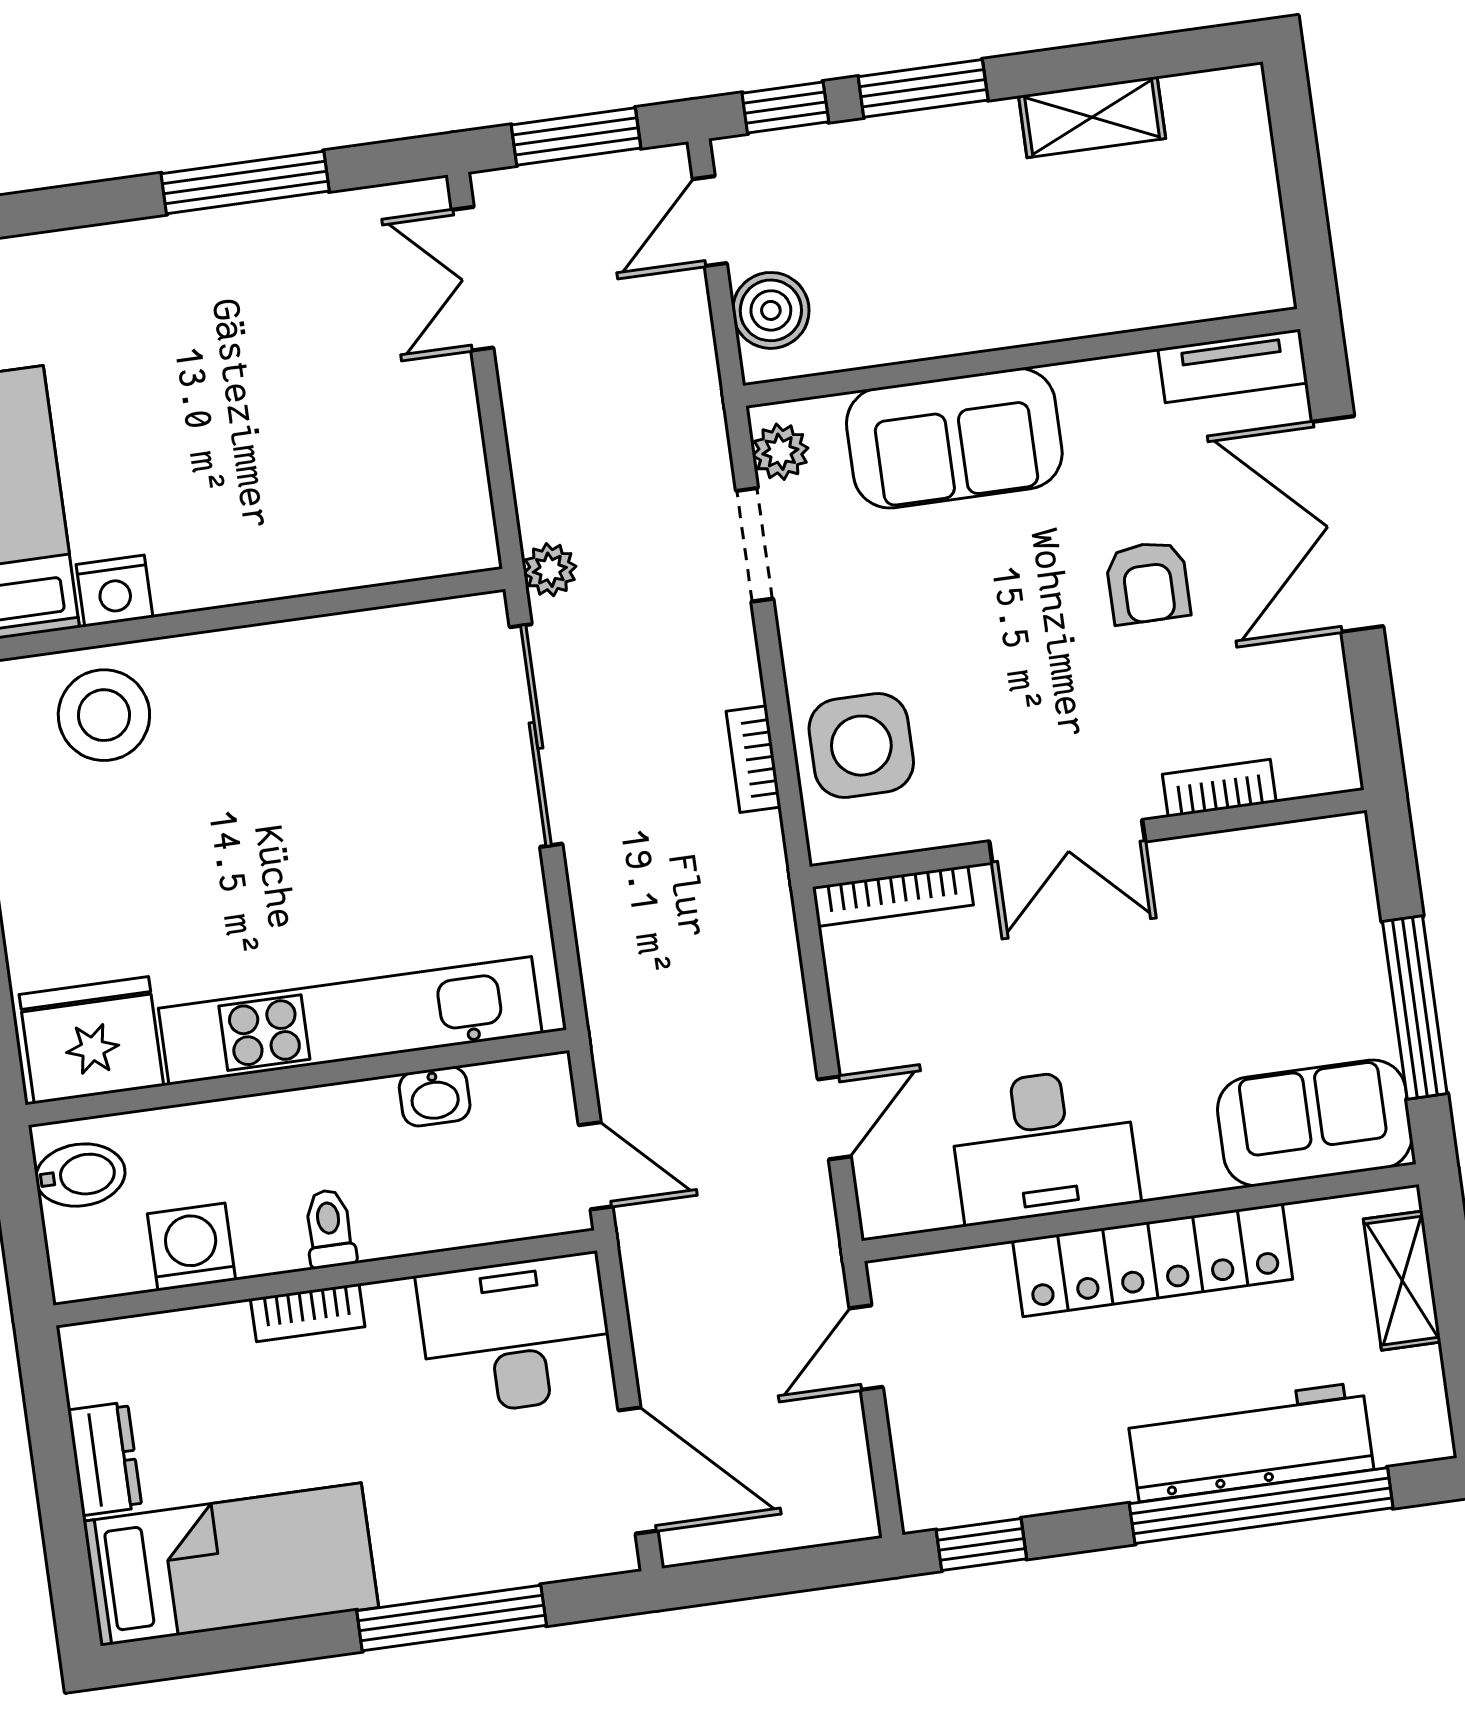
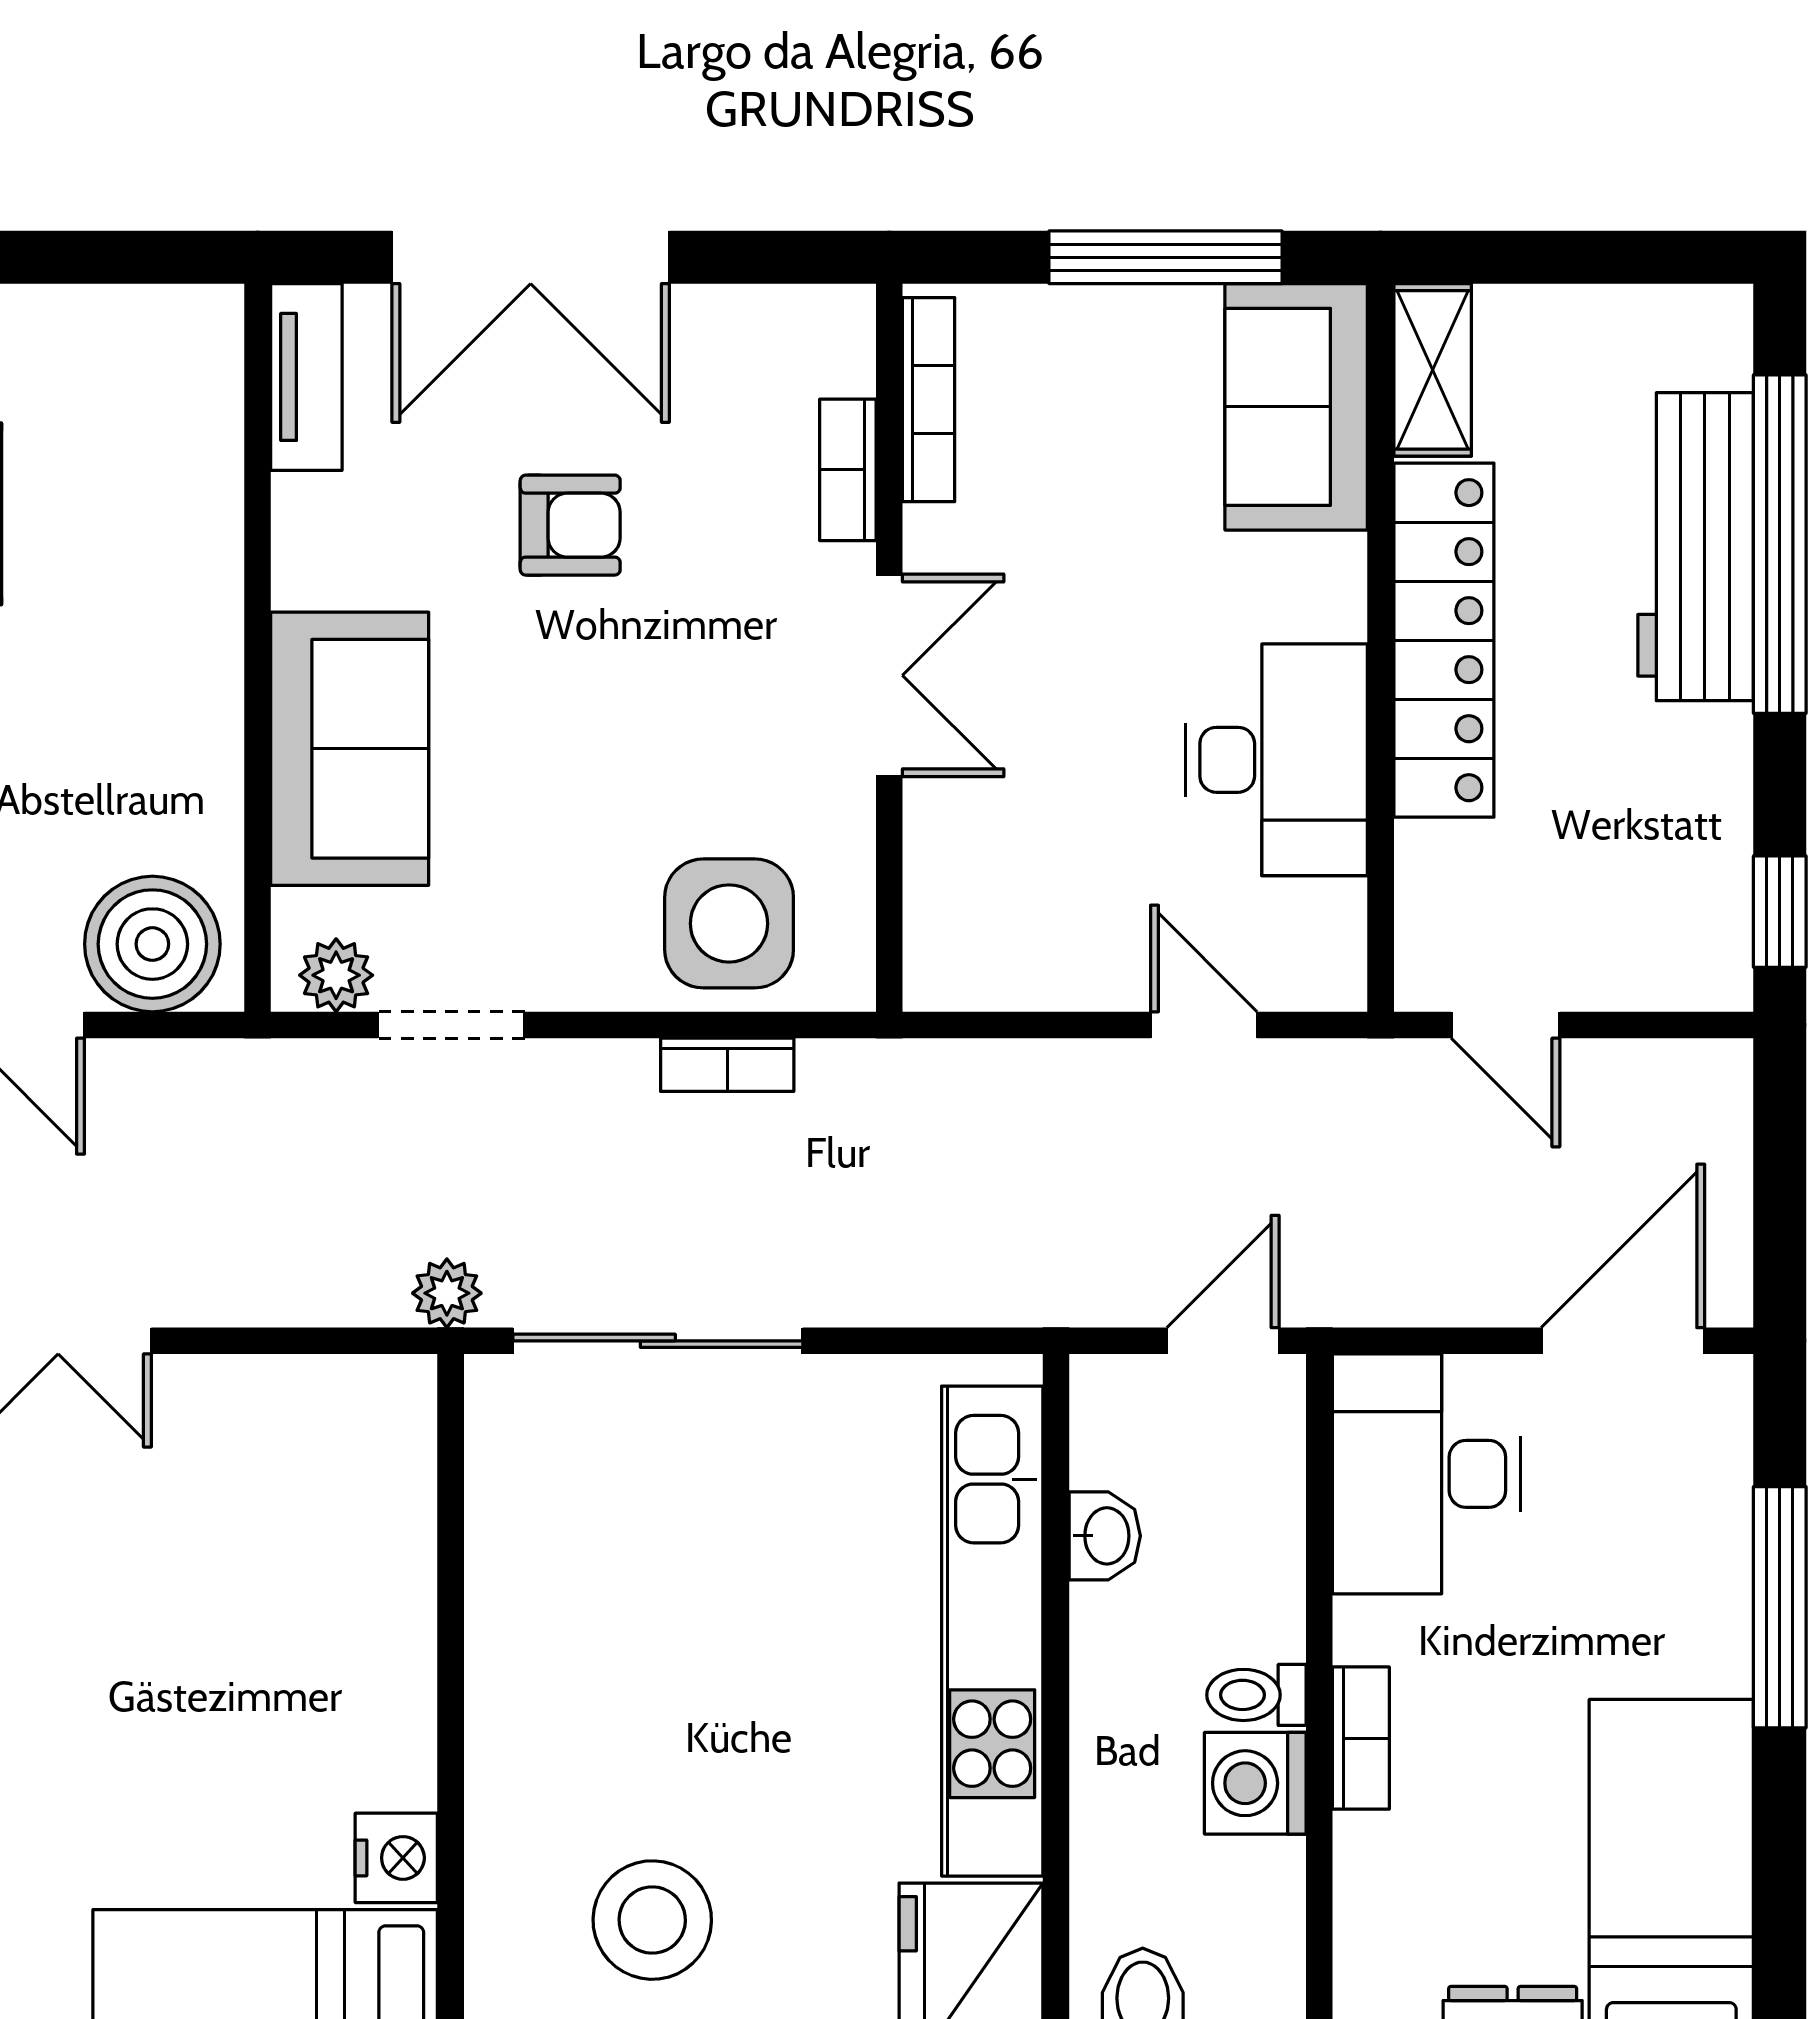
boiler: (771, 310) -> (152, 944), width x1.37, depth x1.37
stool: (104, 715) -> (652, 1920), moved
bookcase: (893, 896) -> (929, 400), moved
washing machine: (191, 1247) -> (1255, 1783), moved
shelving: (1402, 1281) -> (1433, 370), moved, turned 90

